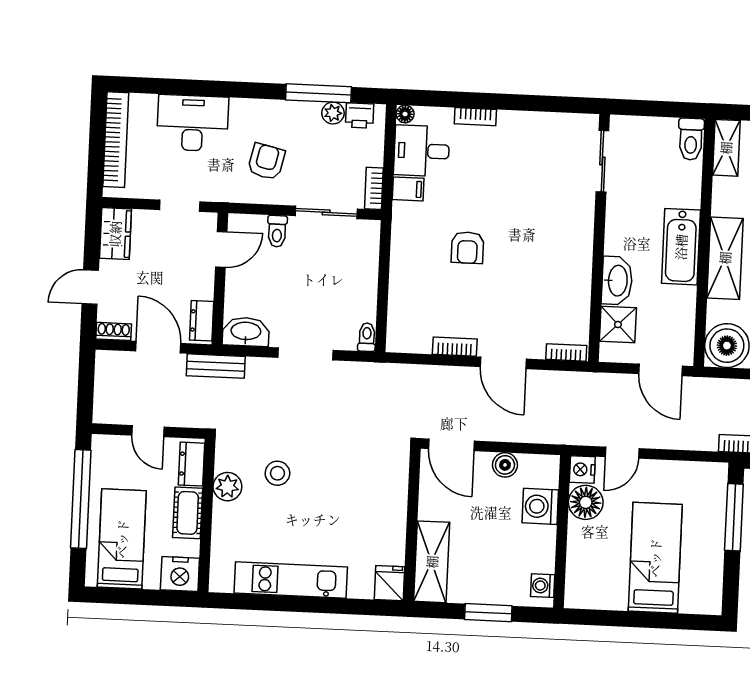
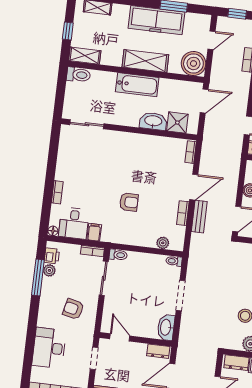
toilet: (277, 231) -> (118, 255), moved
plant: (398, 314) -> (163, 243), added
bench: (216, 366) -> (199, 217), moved

